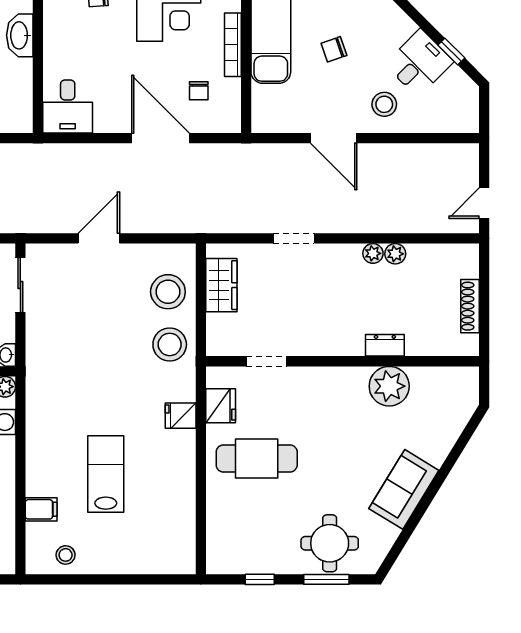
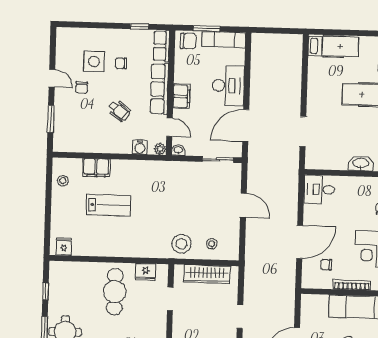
wardrobe: (221, 285) -> (207, 274), width x1.50
stool: (168, 292) -> (212, 244), width x0.53, depth x0.53
fridge: (181, 416) -> (64, 247), moved
filing cabinet: (41, 509) -> (96, 168), width x2.00

